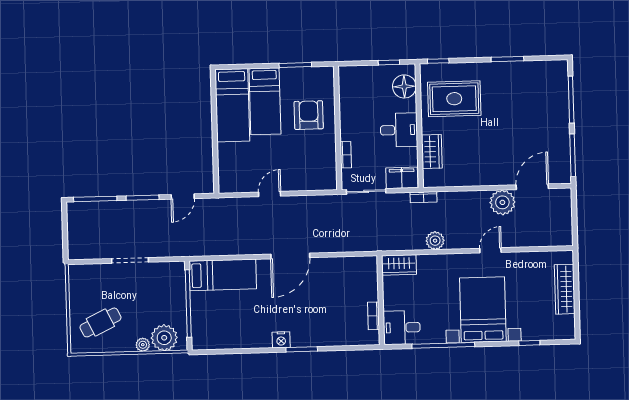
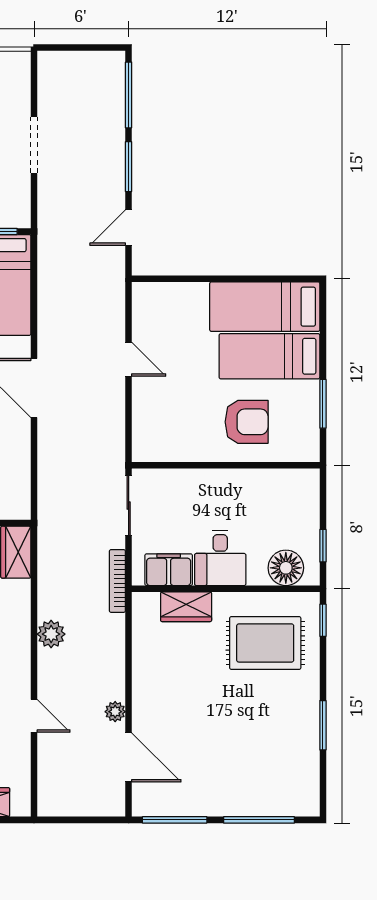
rug: (454, 99) -> (265, 643), turned 90
bookcase: (346, 155) -> (185, 476), removed
filing cabinet: (402, 178) -> (169, 570), moved, turned -90
door: (183, 197) -> (129, 228), hinge flipped
bookcase: (424, 197) -> (117, 581), width x1.56
plant: (502, 202) -> (115, 712), width x0.53, depth x0.53
plant: (435, 241) -> (51, 634), moved
door: (490, 250) -> (34, 716), moved

